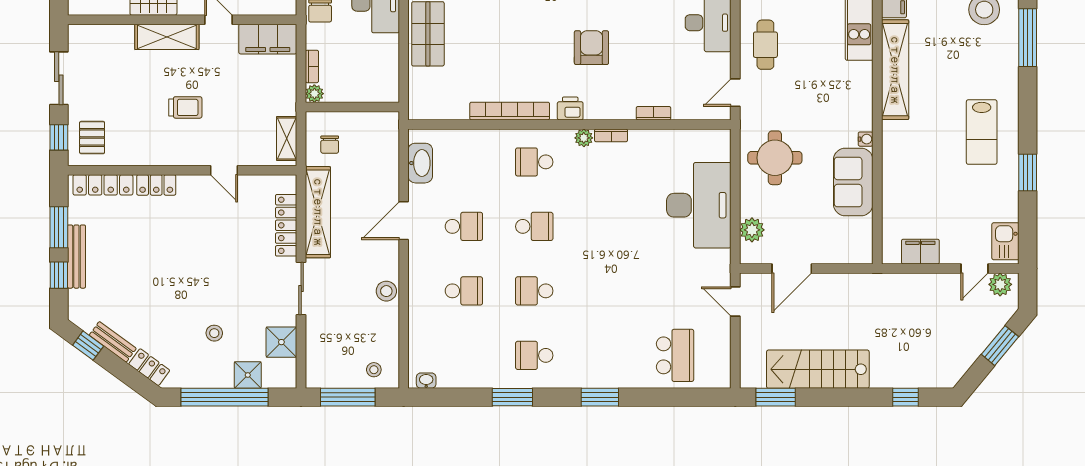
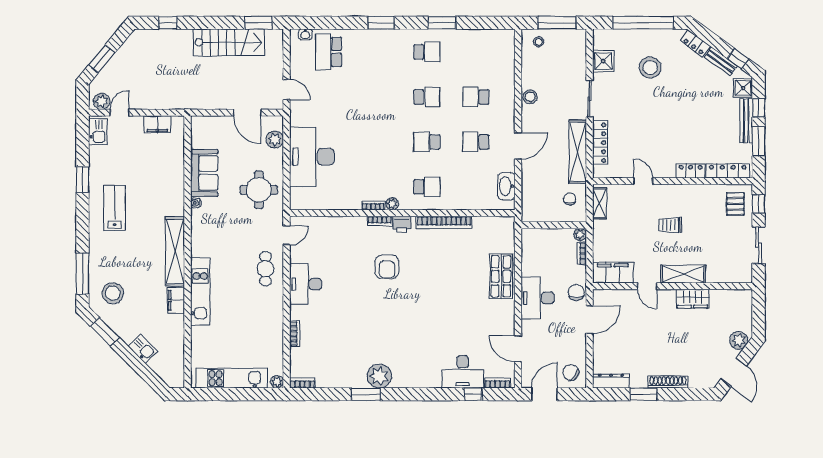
bookcase: (654, 113) -> (380, 221), moved
door: (792, 268) -> (247, 113), swing flipped
stool: (214, 333) -> (650, 67), width x1.89, depth x1.89
shower: (248, 375) -> (743, 88), moved
washbasin: (426, 381) -> (305, 34), moved

